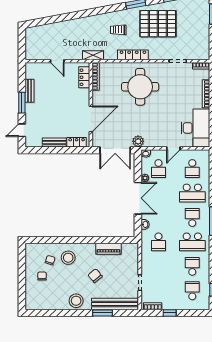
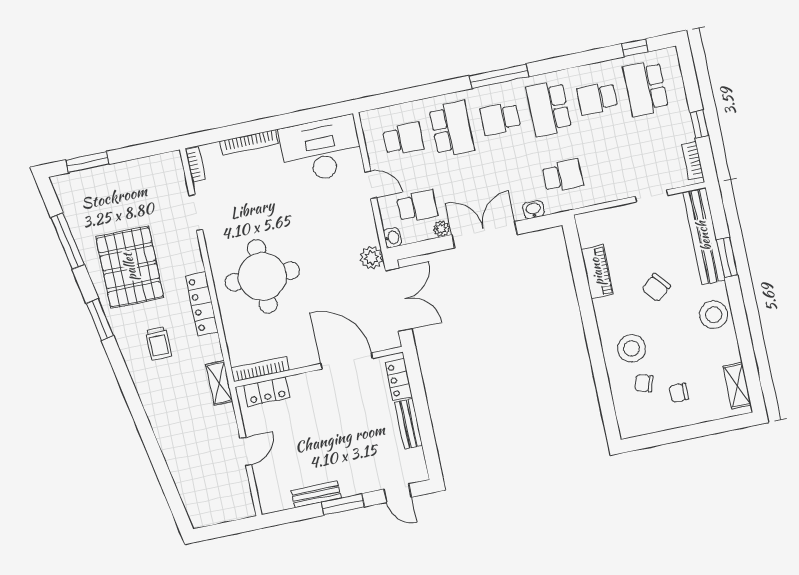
school desk: (192, 242) -> (549, 108), turned 180
school desk: (192, 291) -> (646, 88), width x1.85
shelving: (40, 305) -> (737, 386), added

